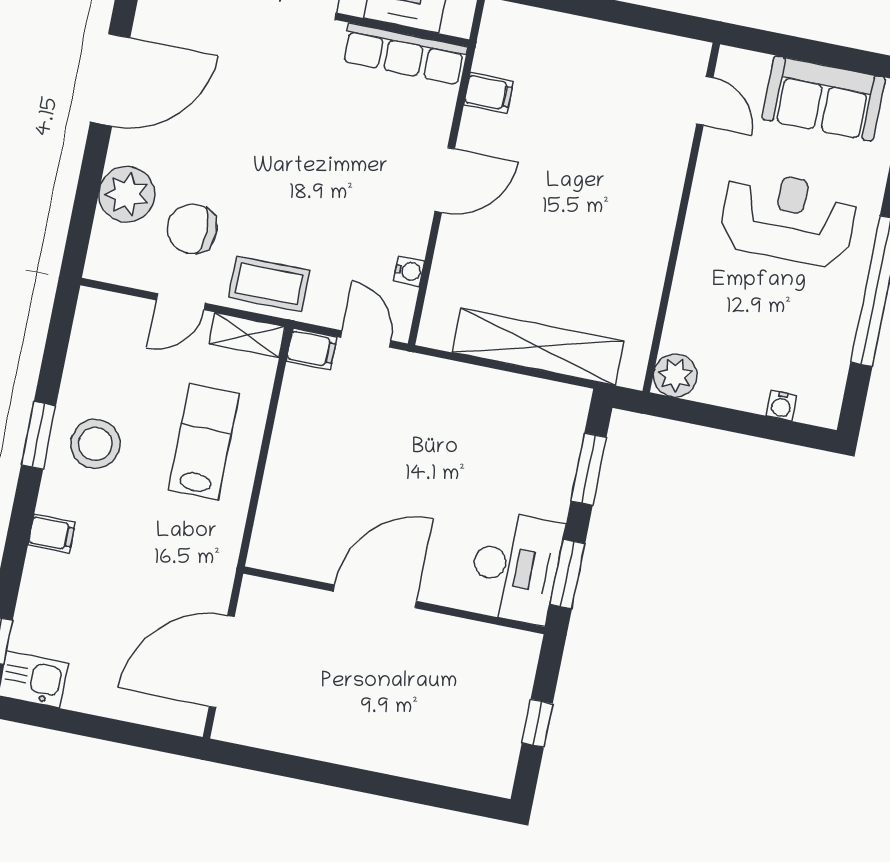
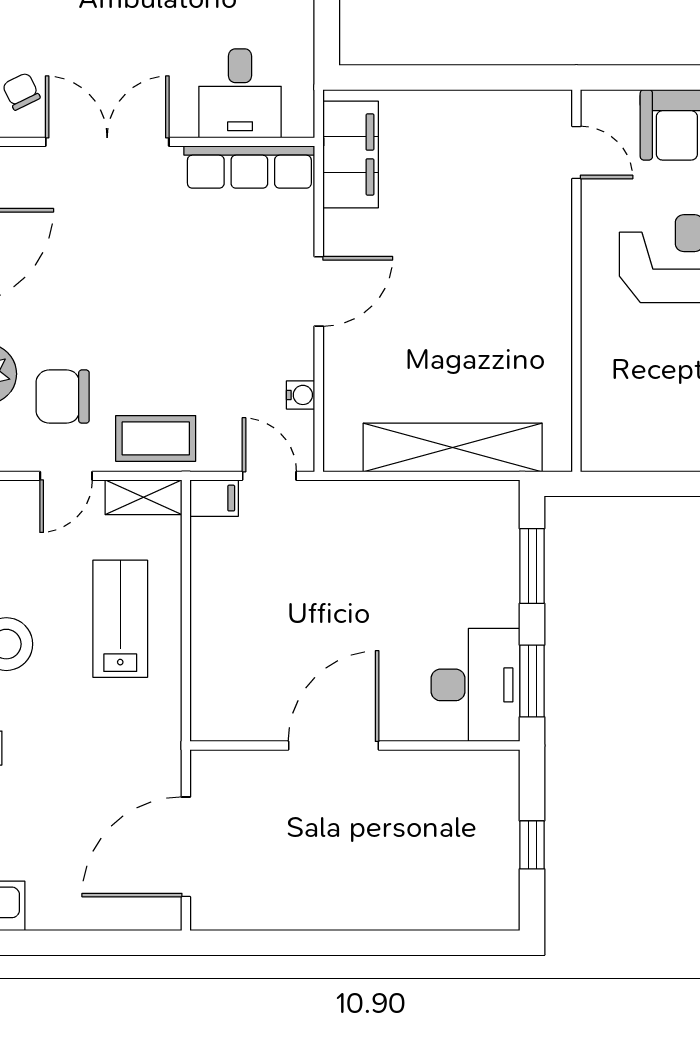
filing cabinet: (489, 93) -> (351, 154), width x3.00, depth x1.17
plant: (675, 375) -> (604, 449), removed

